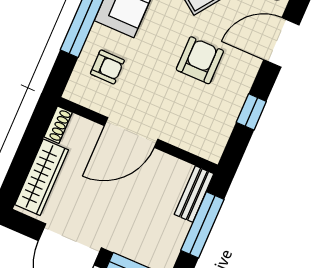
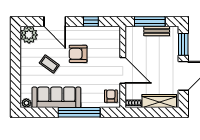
armchair: (107, 67) -> (111, 96), moved
bench: (194, 194) -> (157, 31), moved

